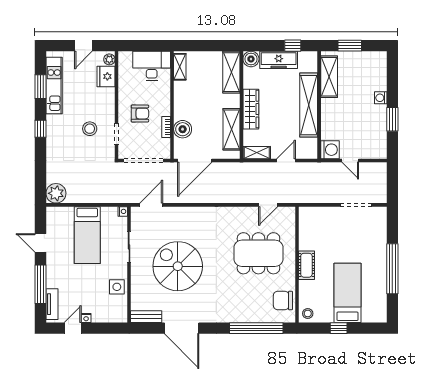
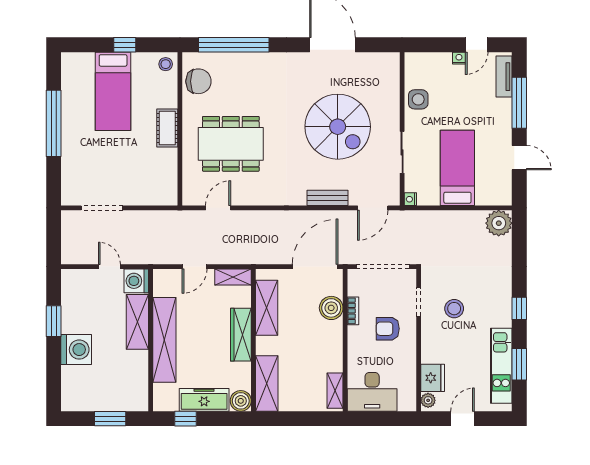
shelving: (329, 77) -> (137, 322), moved
washing machine: (381, 98) -> (76, 350), width x1.89, depth x1.89
bench: (146, 317) -> (328, 198), moved

